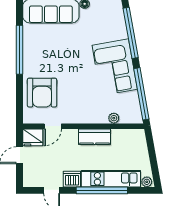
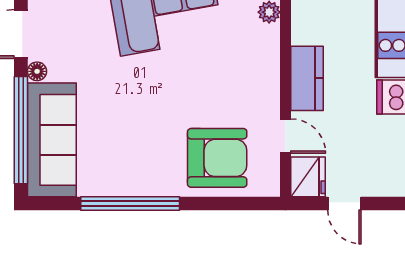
kitchen counter: (94, 137) -> (307, 78), moved

